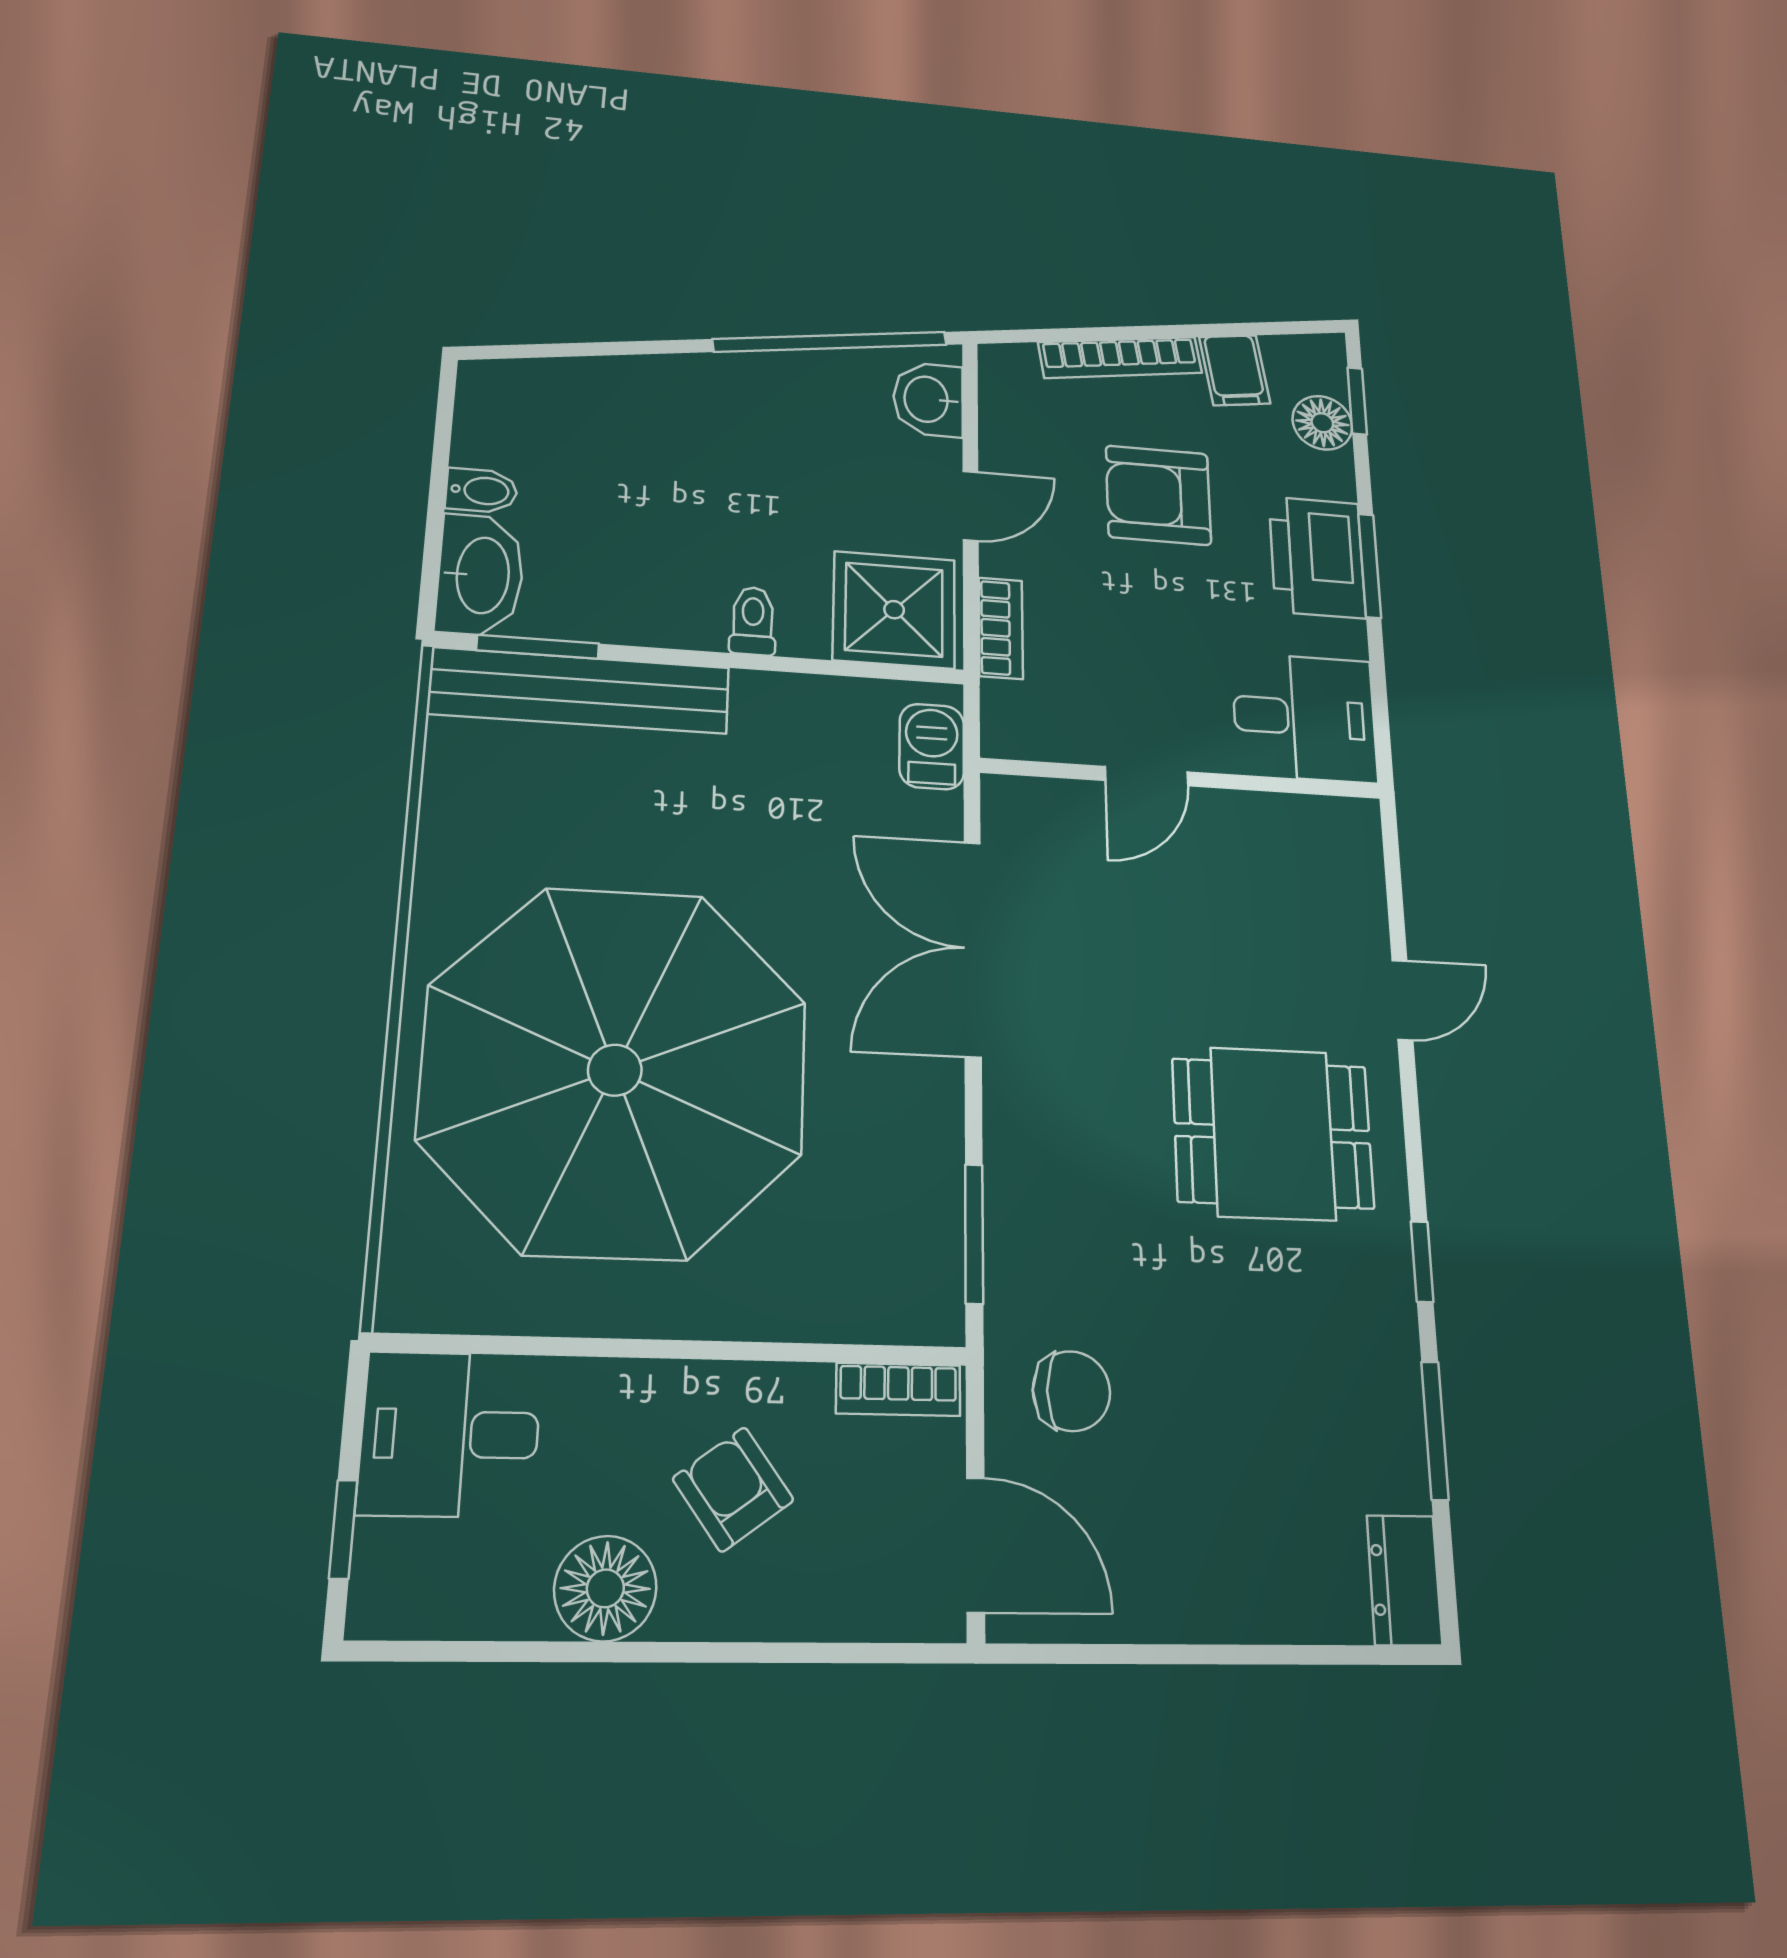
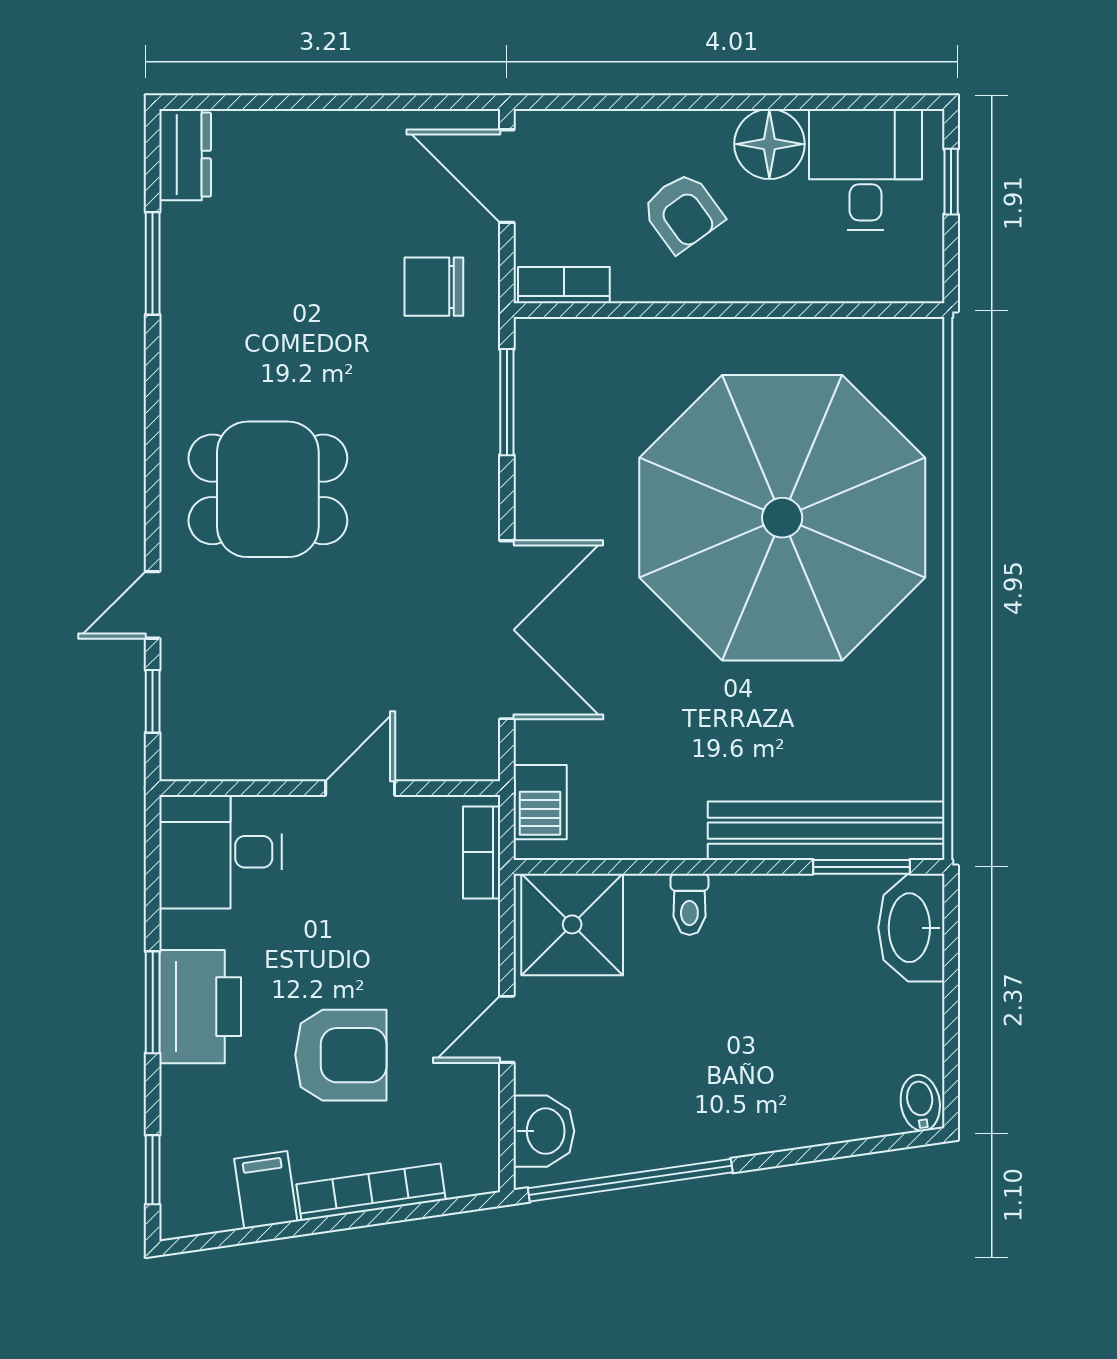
floor lamp: (1322, 423) -> (187, 1144), removed
bidet: (482, 491) -> (920, 1103), moved, turned 82
bookcase: (1001, 628) -> (482, 852), moved
window: (1422, 1262) -> (153, 701), moved
desk: (450, 1434) -> (866, 170), moved, turned -90

